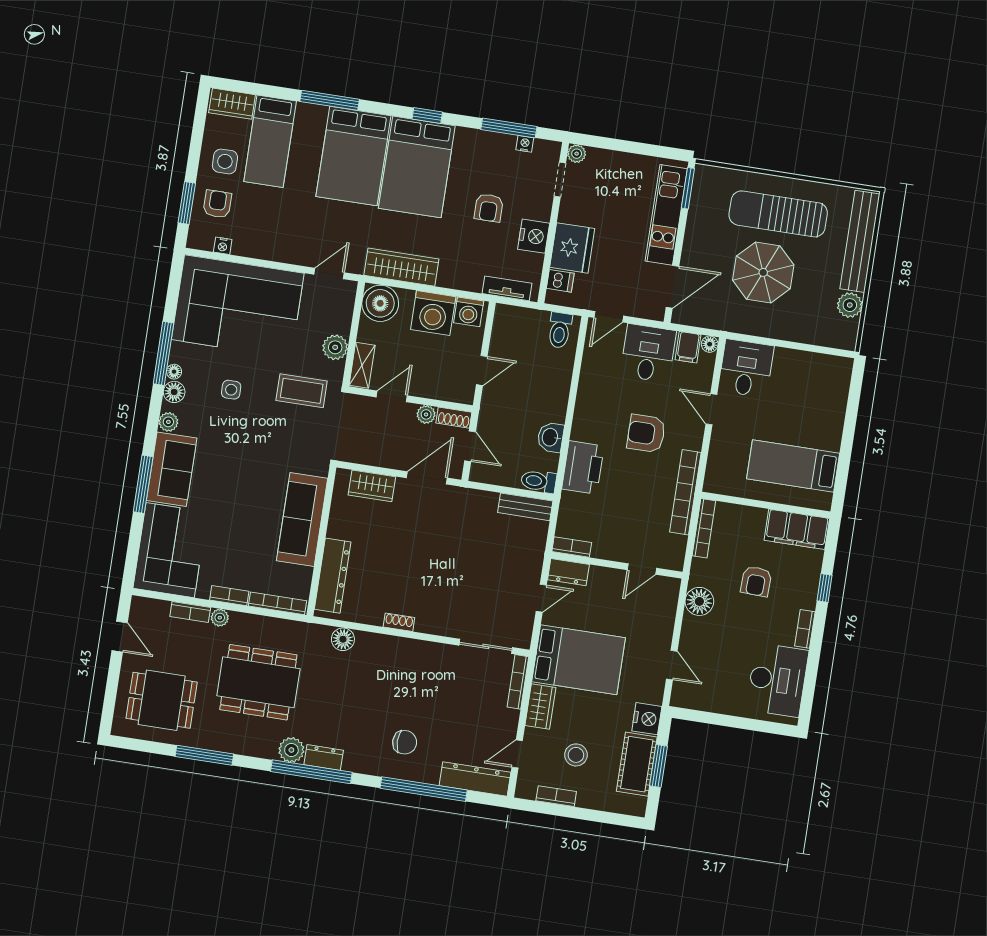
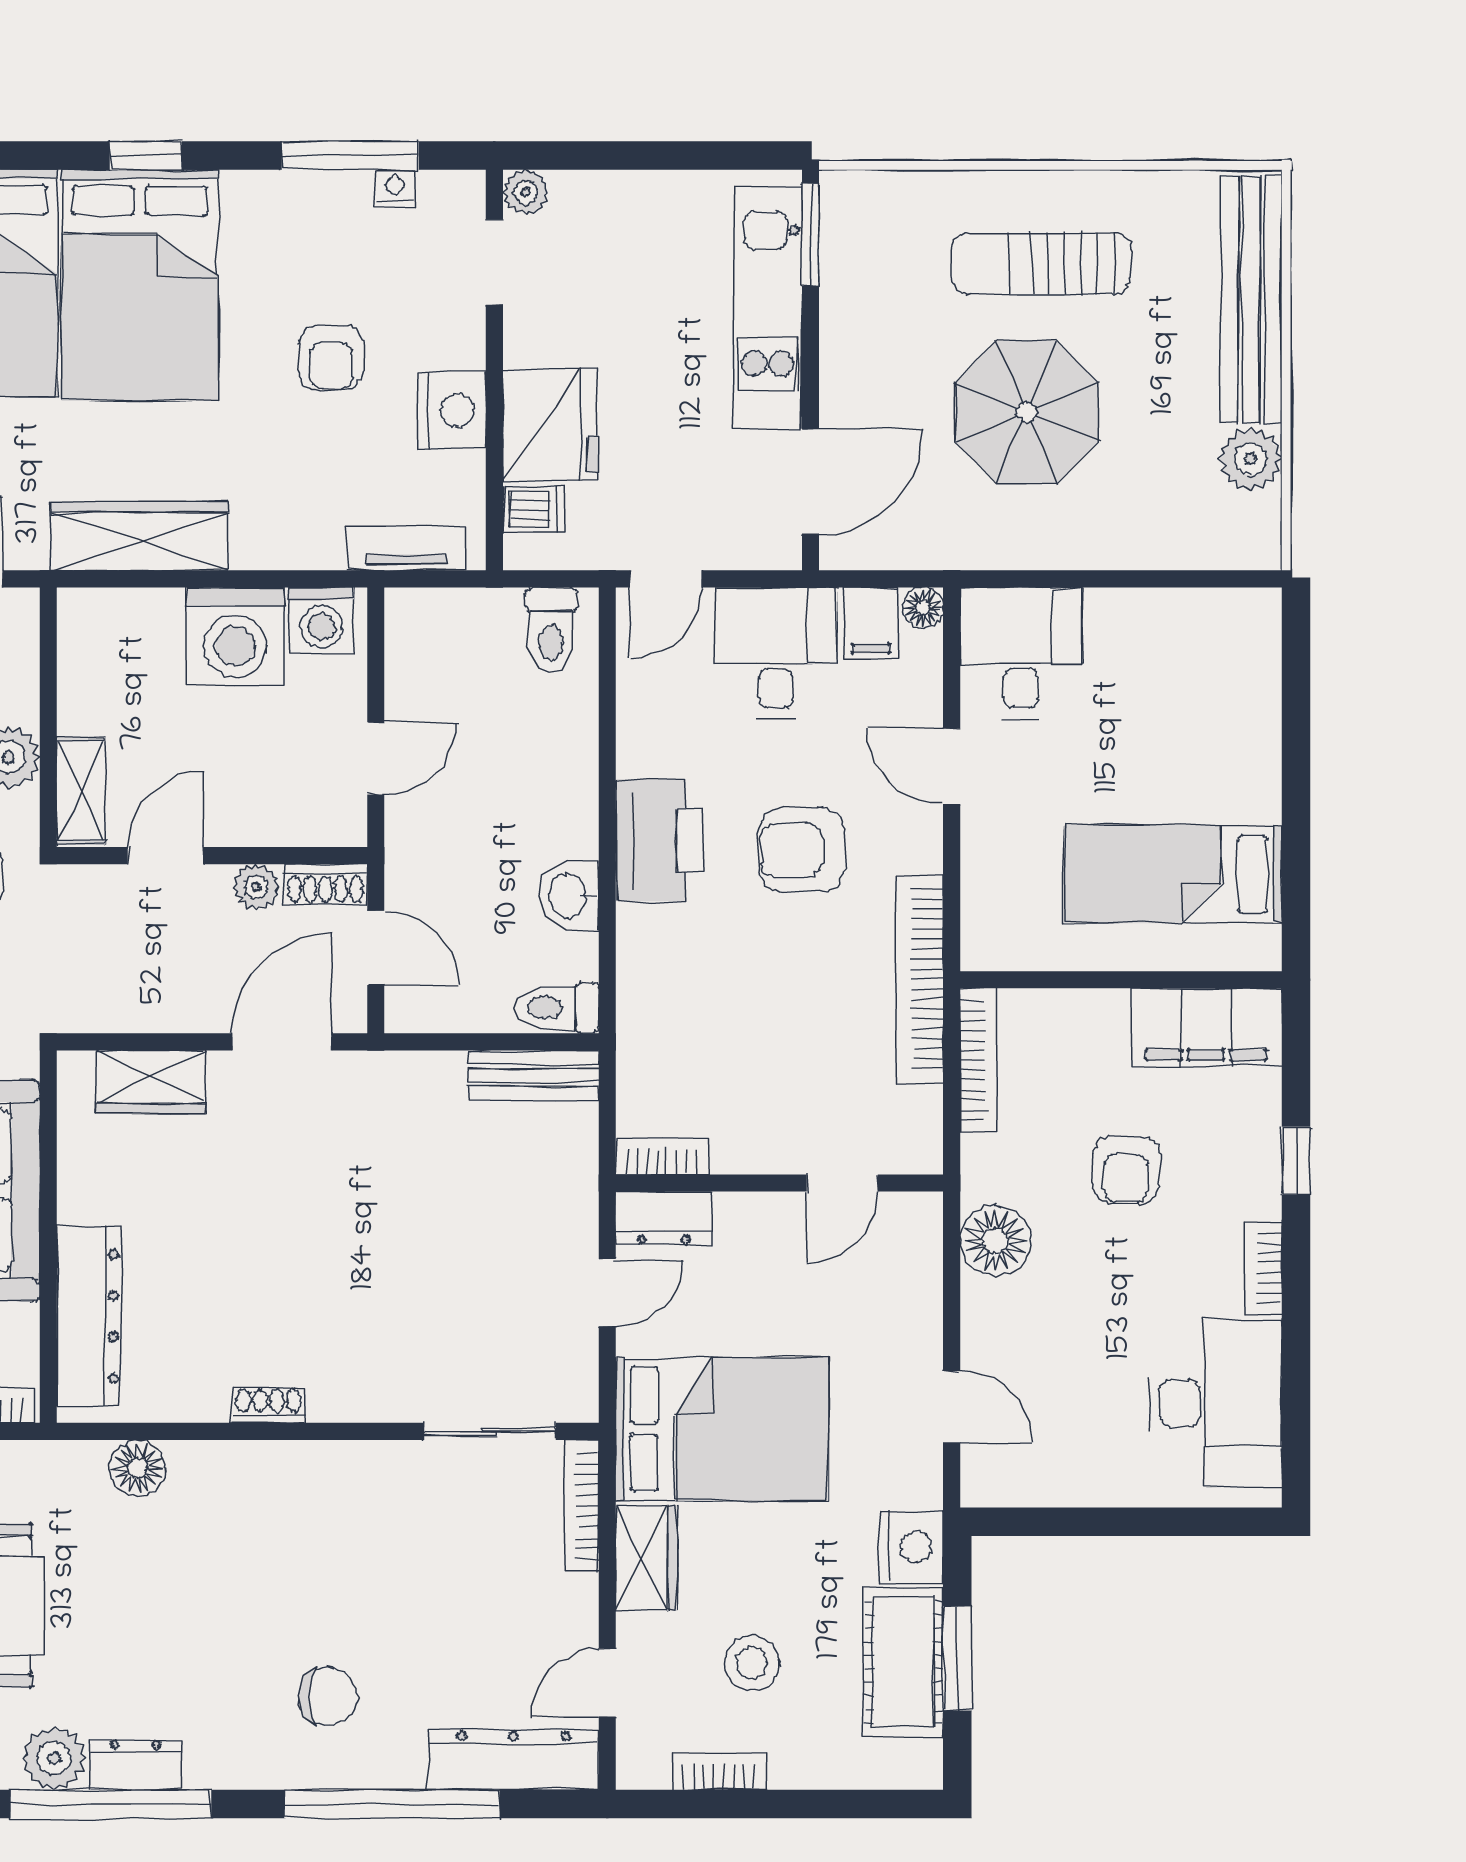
sun lounger: (778, 214) -> (1041, 263), width x0.73, depth x0.75
boiler: (380, 303) -> (102, 633), removed
printer: (583, 467) -> (660, 840), moved

